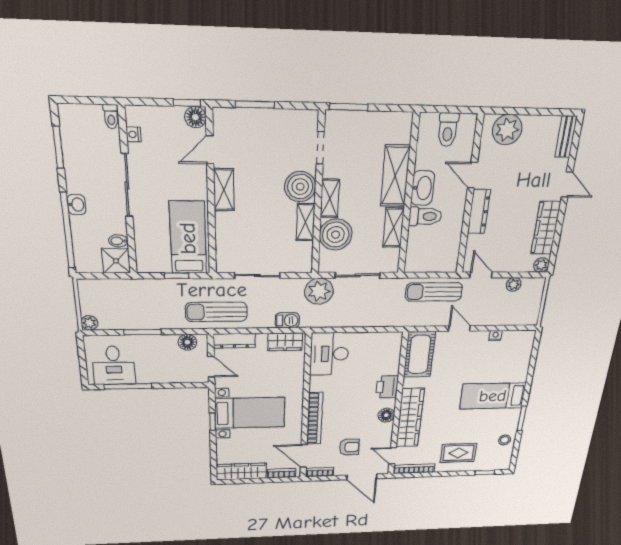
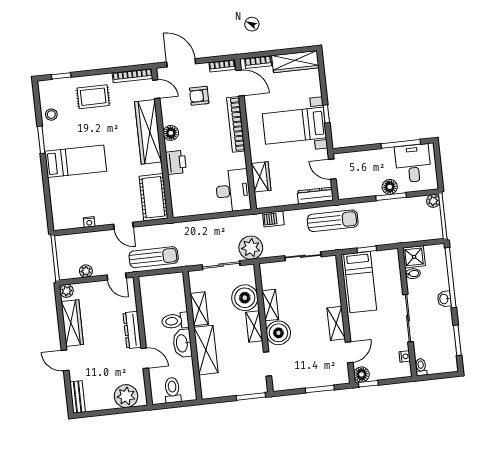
floor lamp: (187, 342) -> (390, 187), moved
wardrobe: (285, 342) -> (261, 177), moved, turned 90

